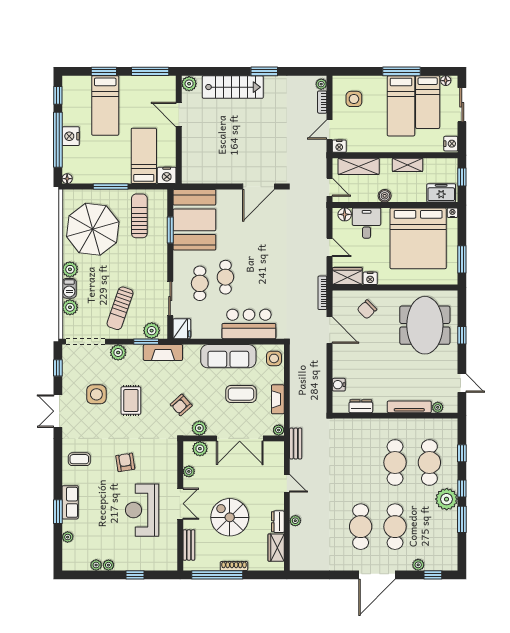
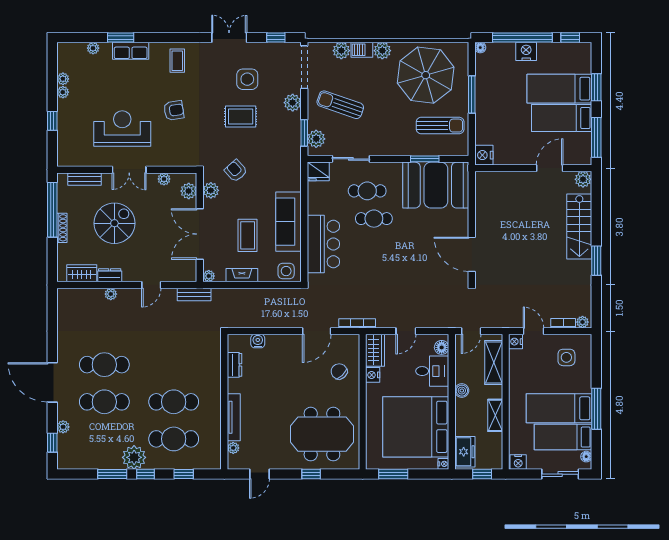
bed: (144, 156) -> (562, 118), moved, turned 180
fireplace: (163, 352) -> (292, 151), removed

